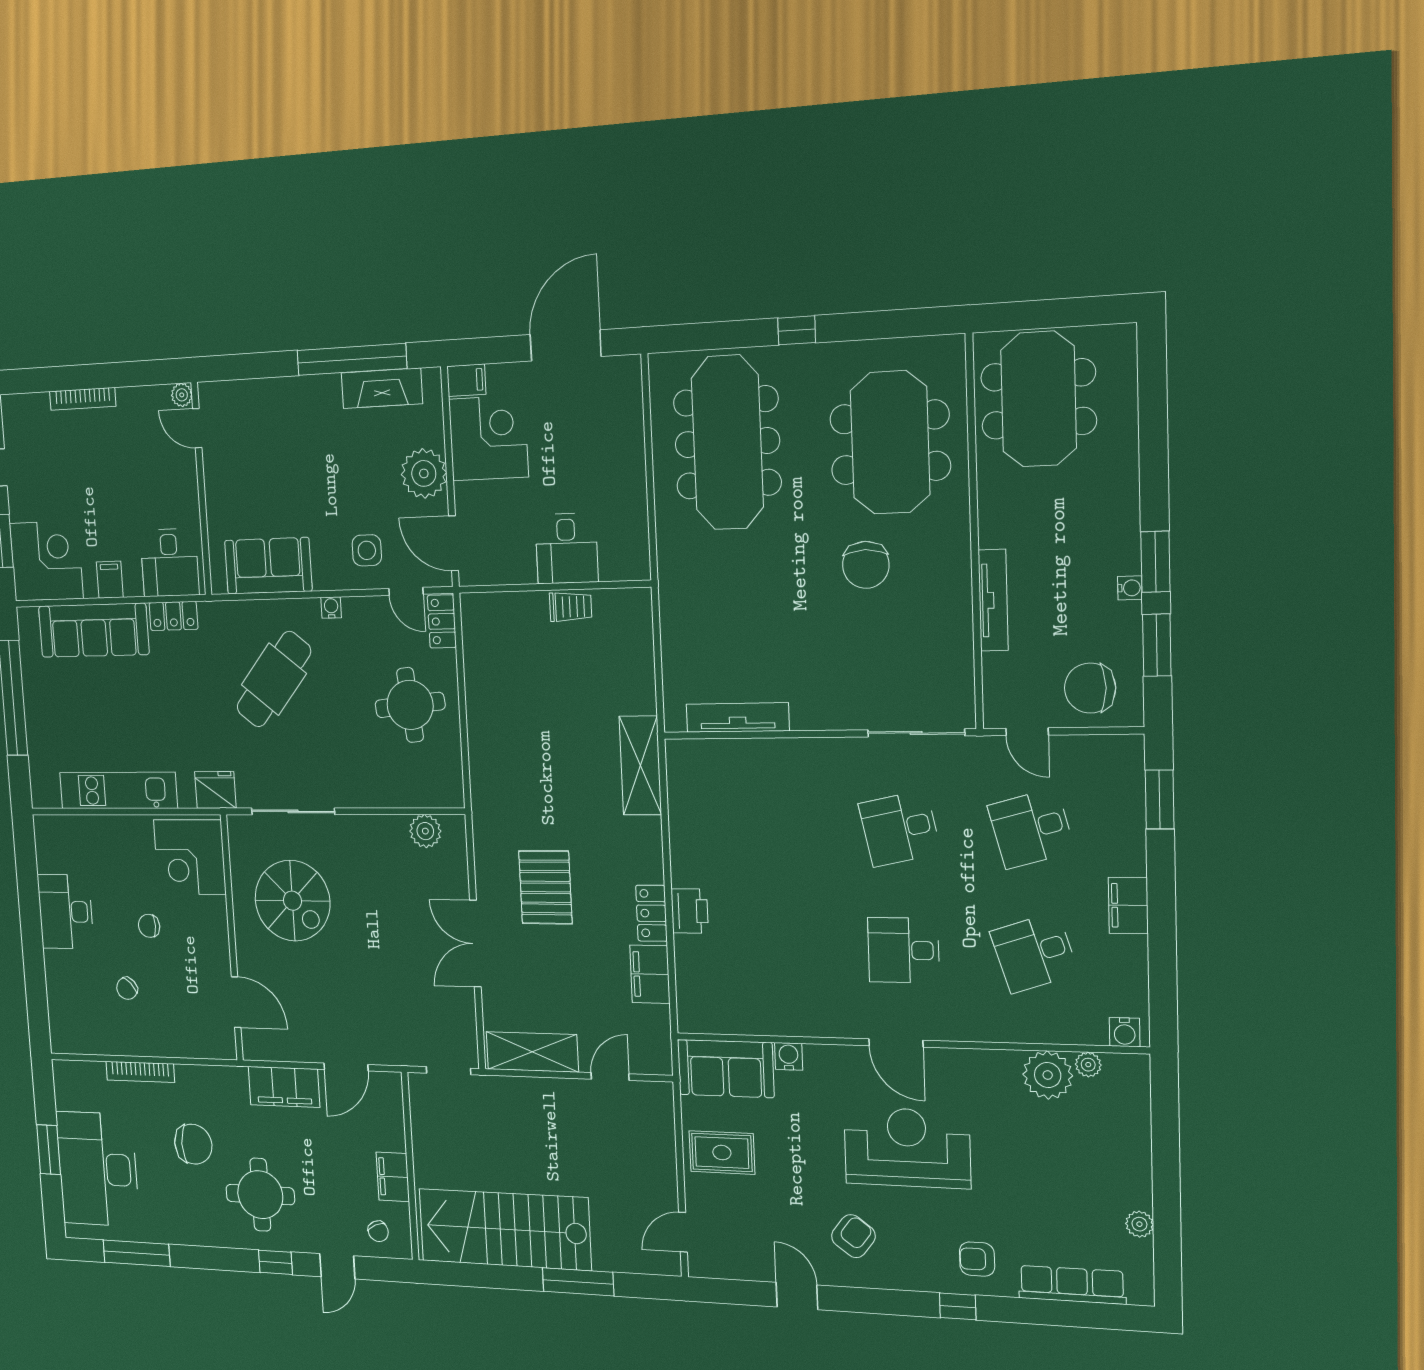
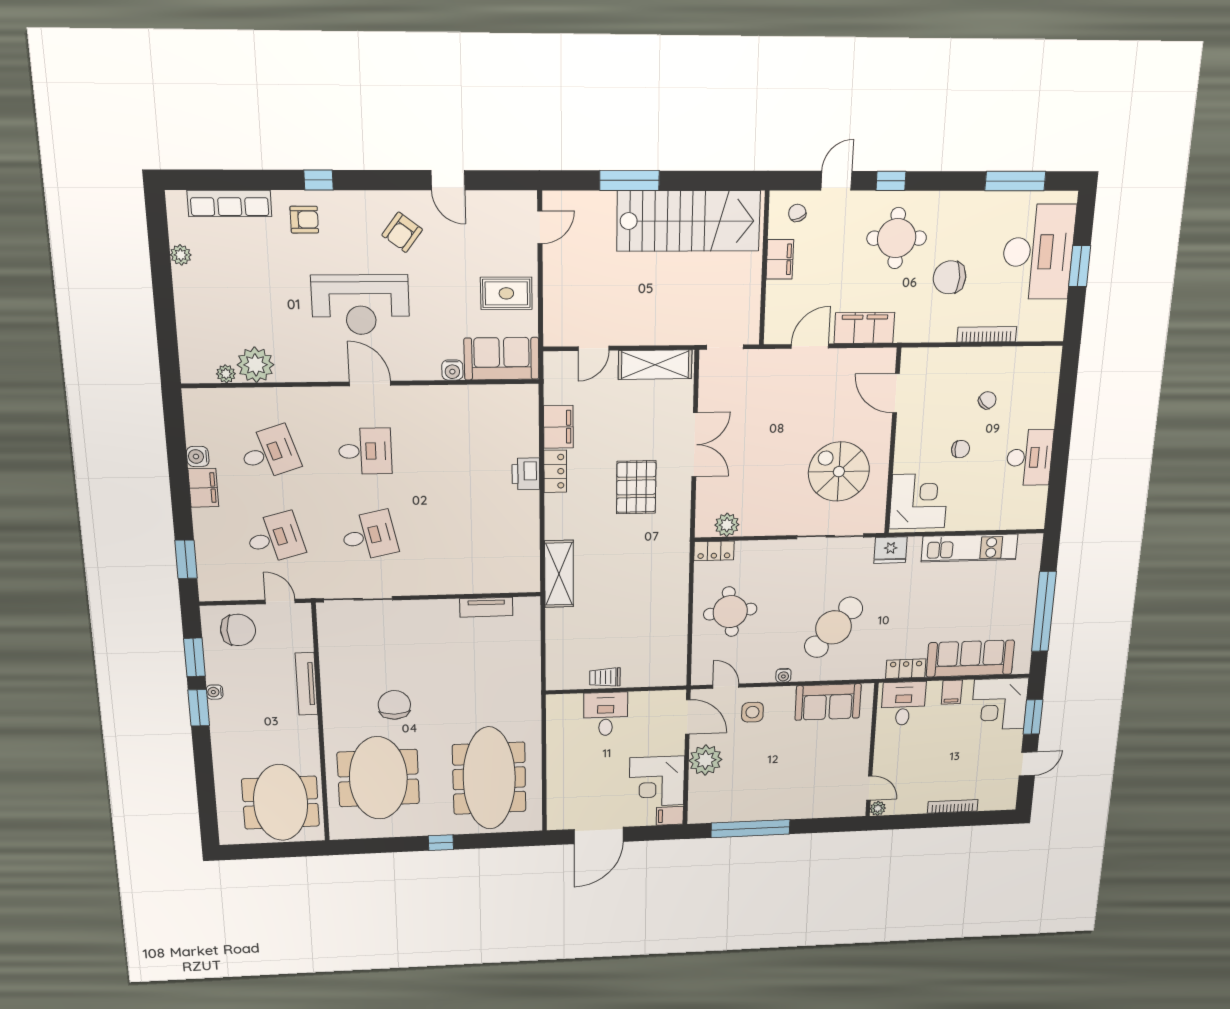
fireplace: (382, 388) -> (731, 811), removed
locker: (442, 621) -> (714, 551), moved, turned 90
tv unit: (738, 718) -> (486, 607), width x0.71
water cooler: (1125, 1032) -> (198, 456), moved, turned -90

